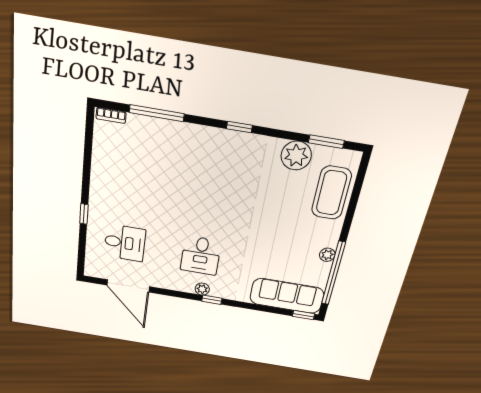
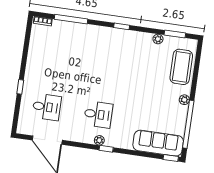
plant: (296, 156) -> (158, 39), width x0.53, depth x0.53
plant: (327, 255) -> (184, 100), moved
desk: (201, 256) -> (98, 114), turned -90

